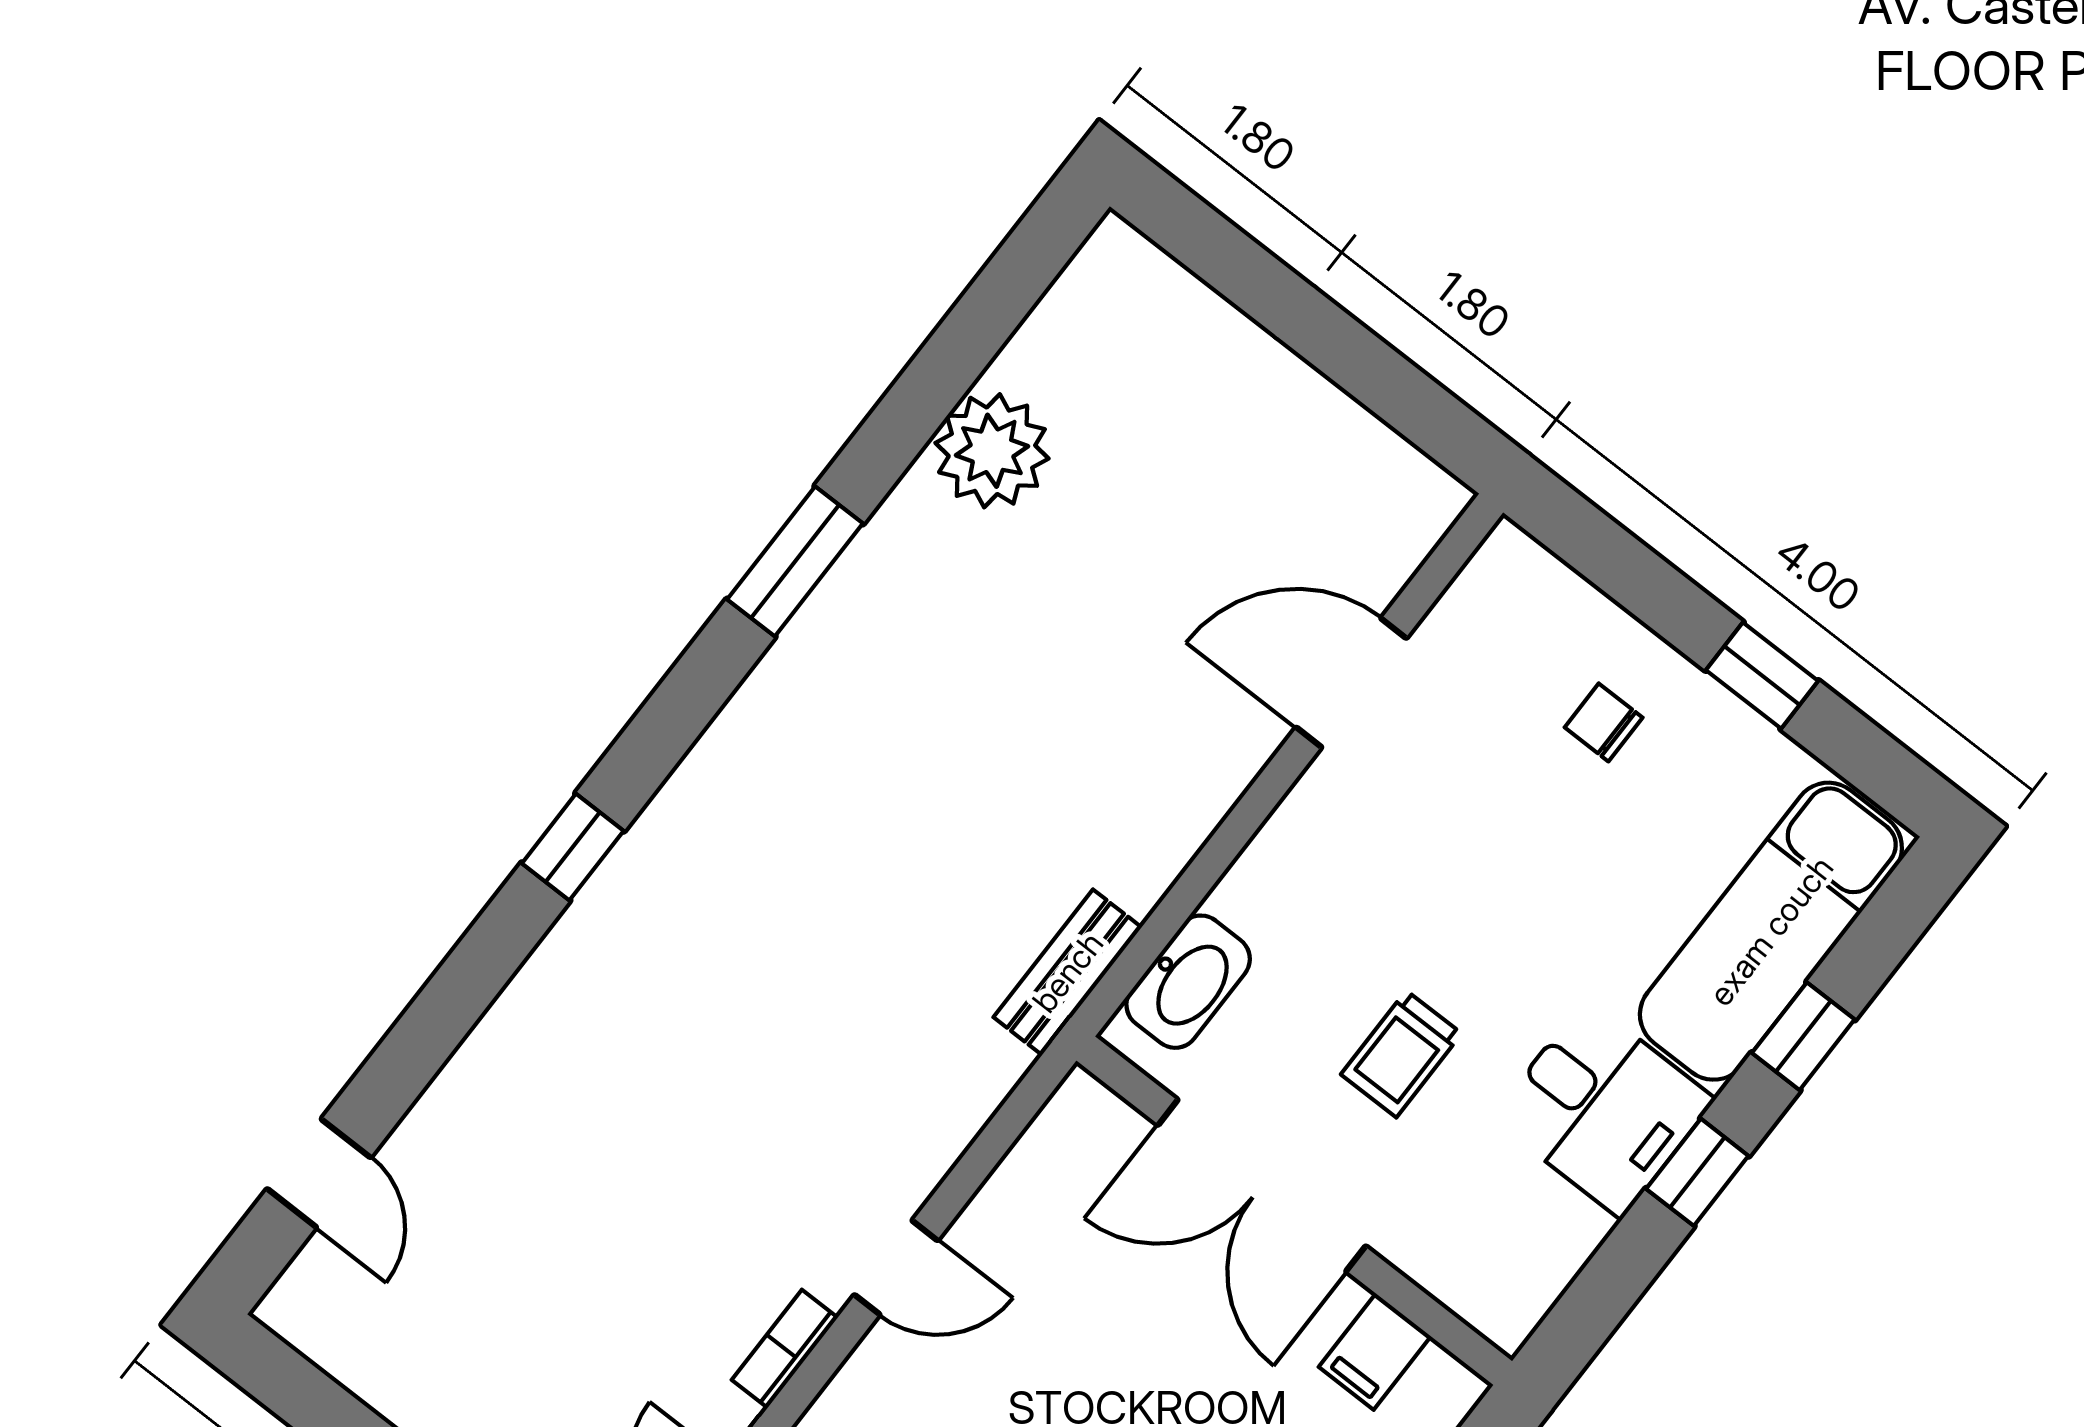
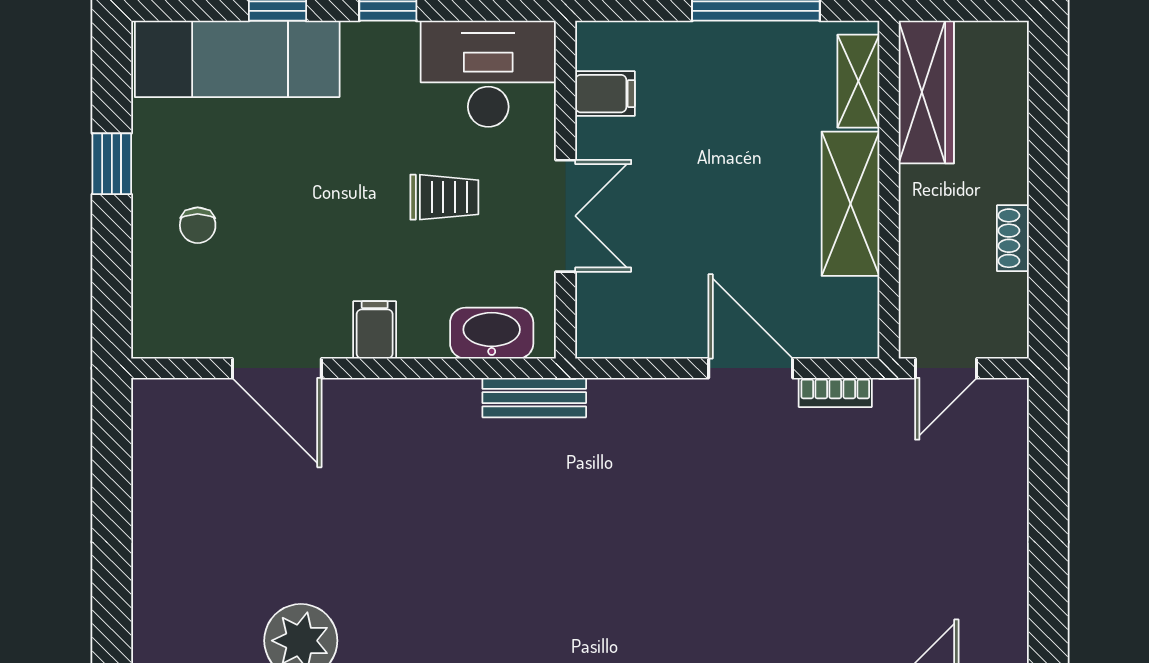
filing cabinet: (1304, 840) -> (375, 330), added
desk: (1603, 1109) -> (488, 74), moved, width x1.37
double door: (1262, 1186) -> (566, 216), width x0.73
door: (896, 1268) -> (751, 368), width x1.38

